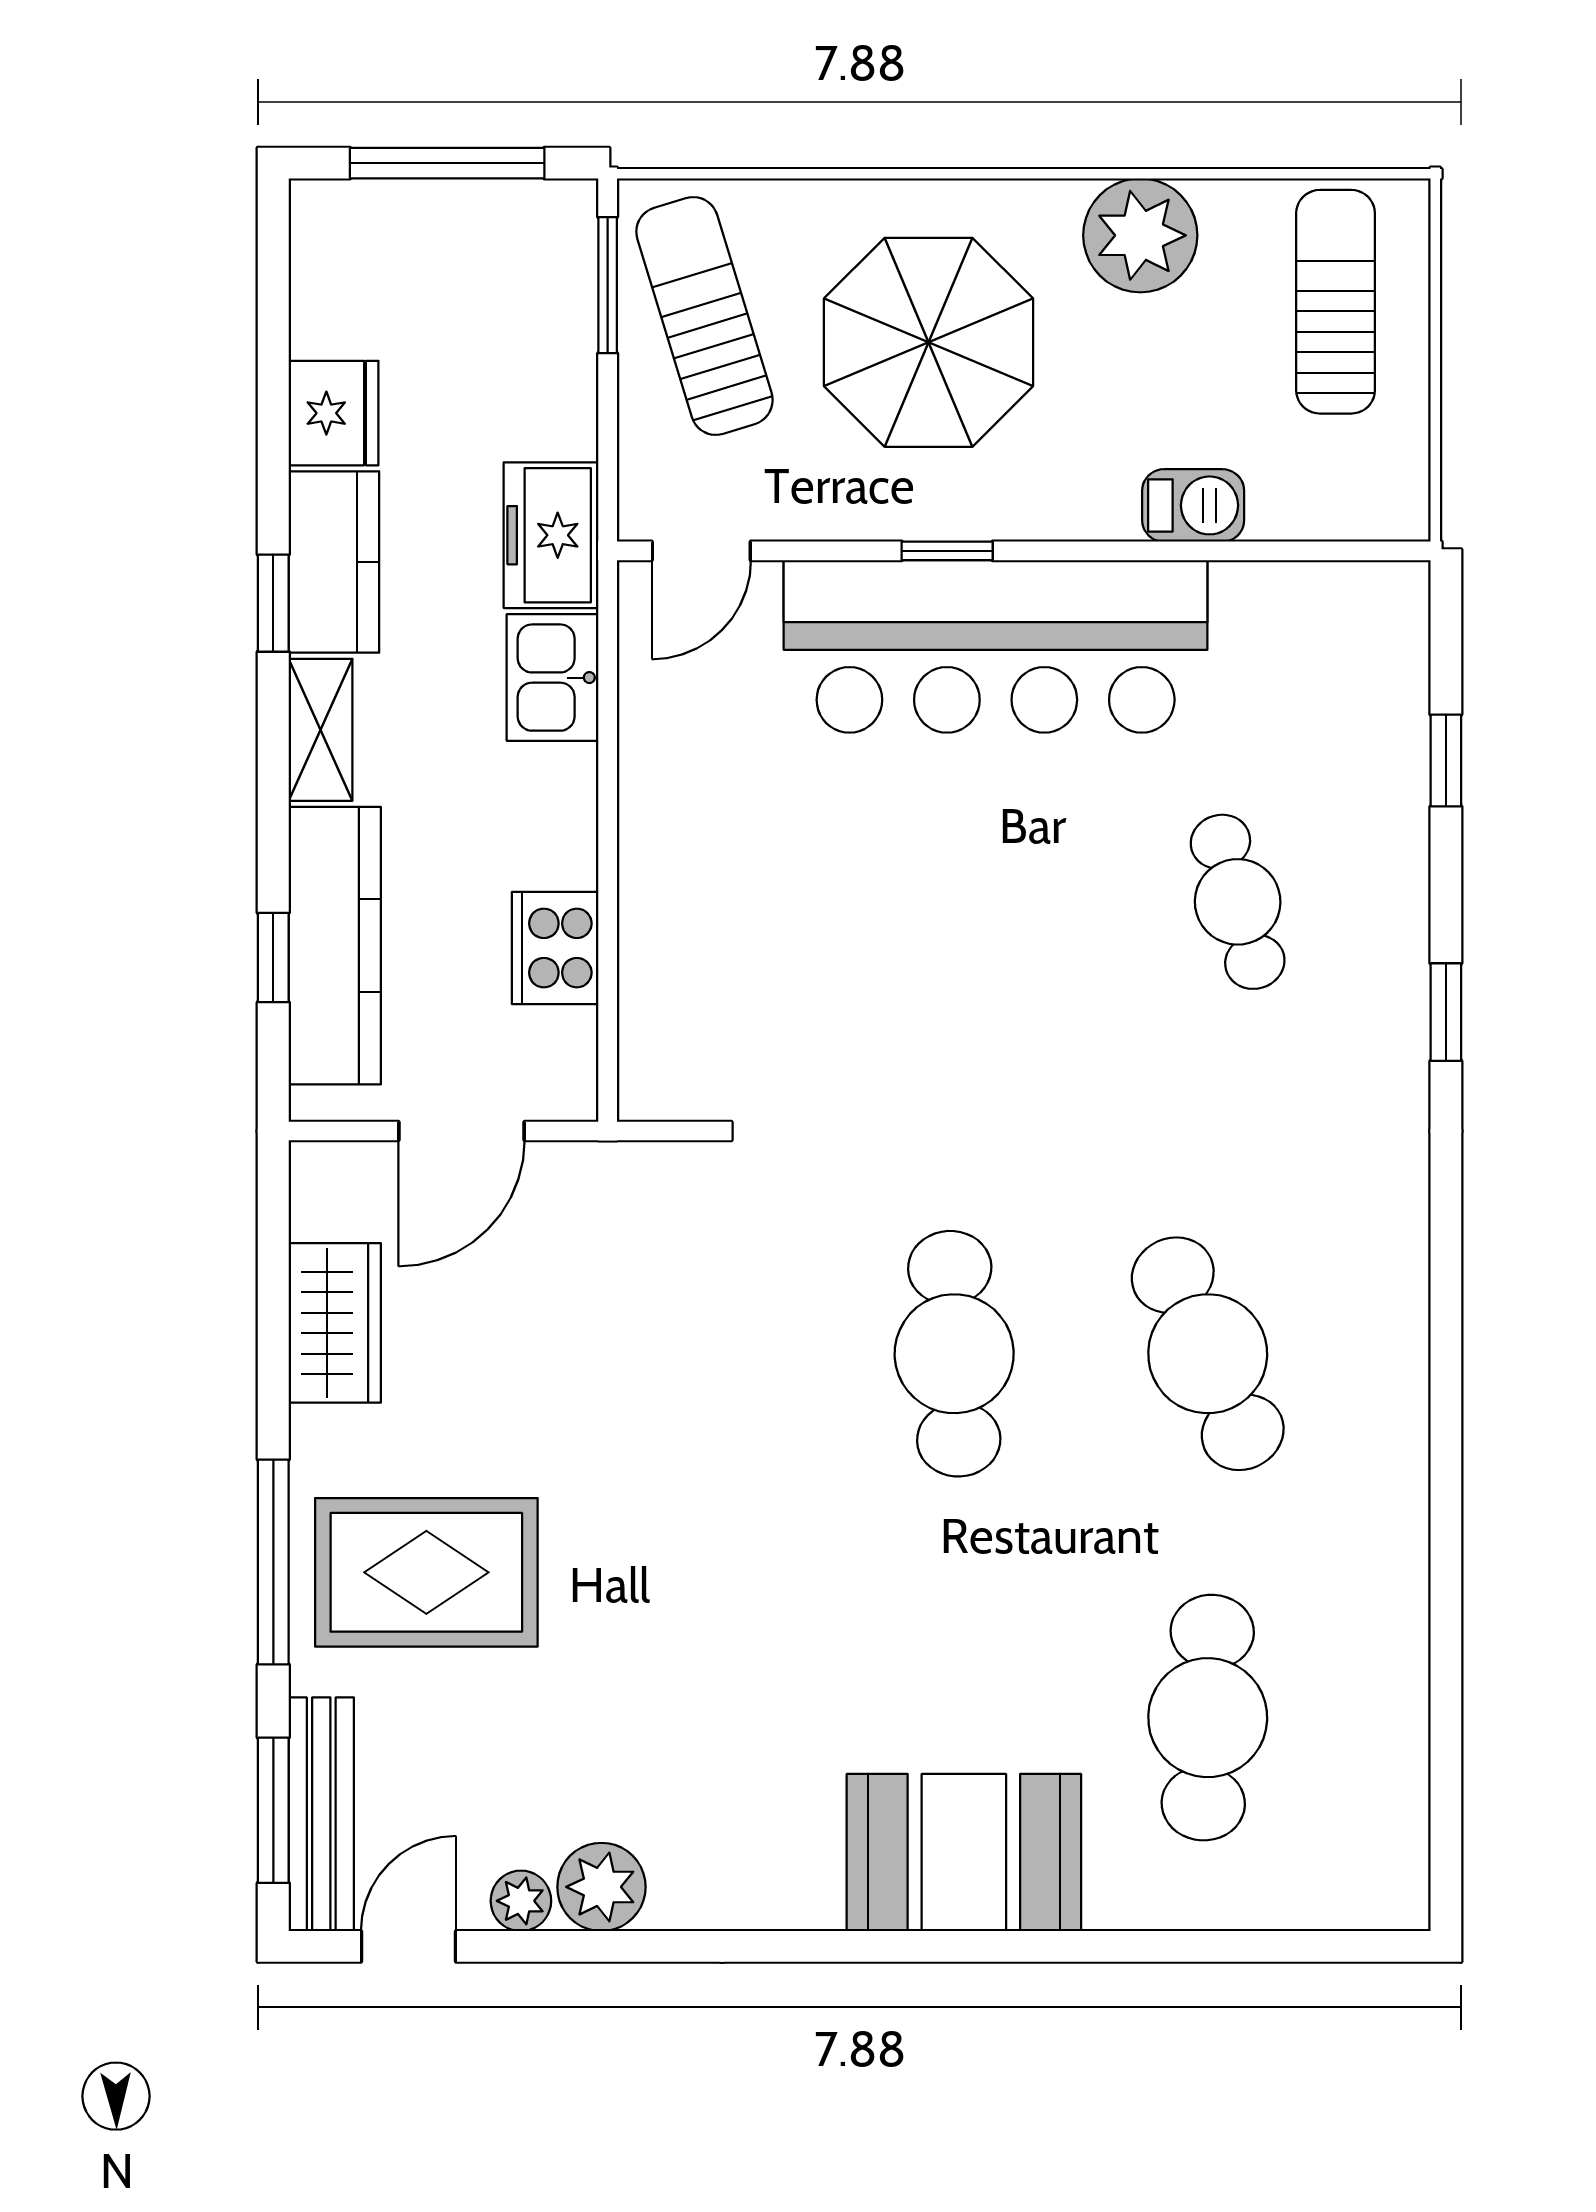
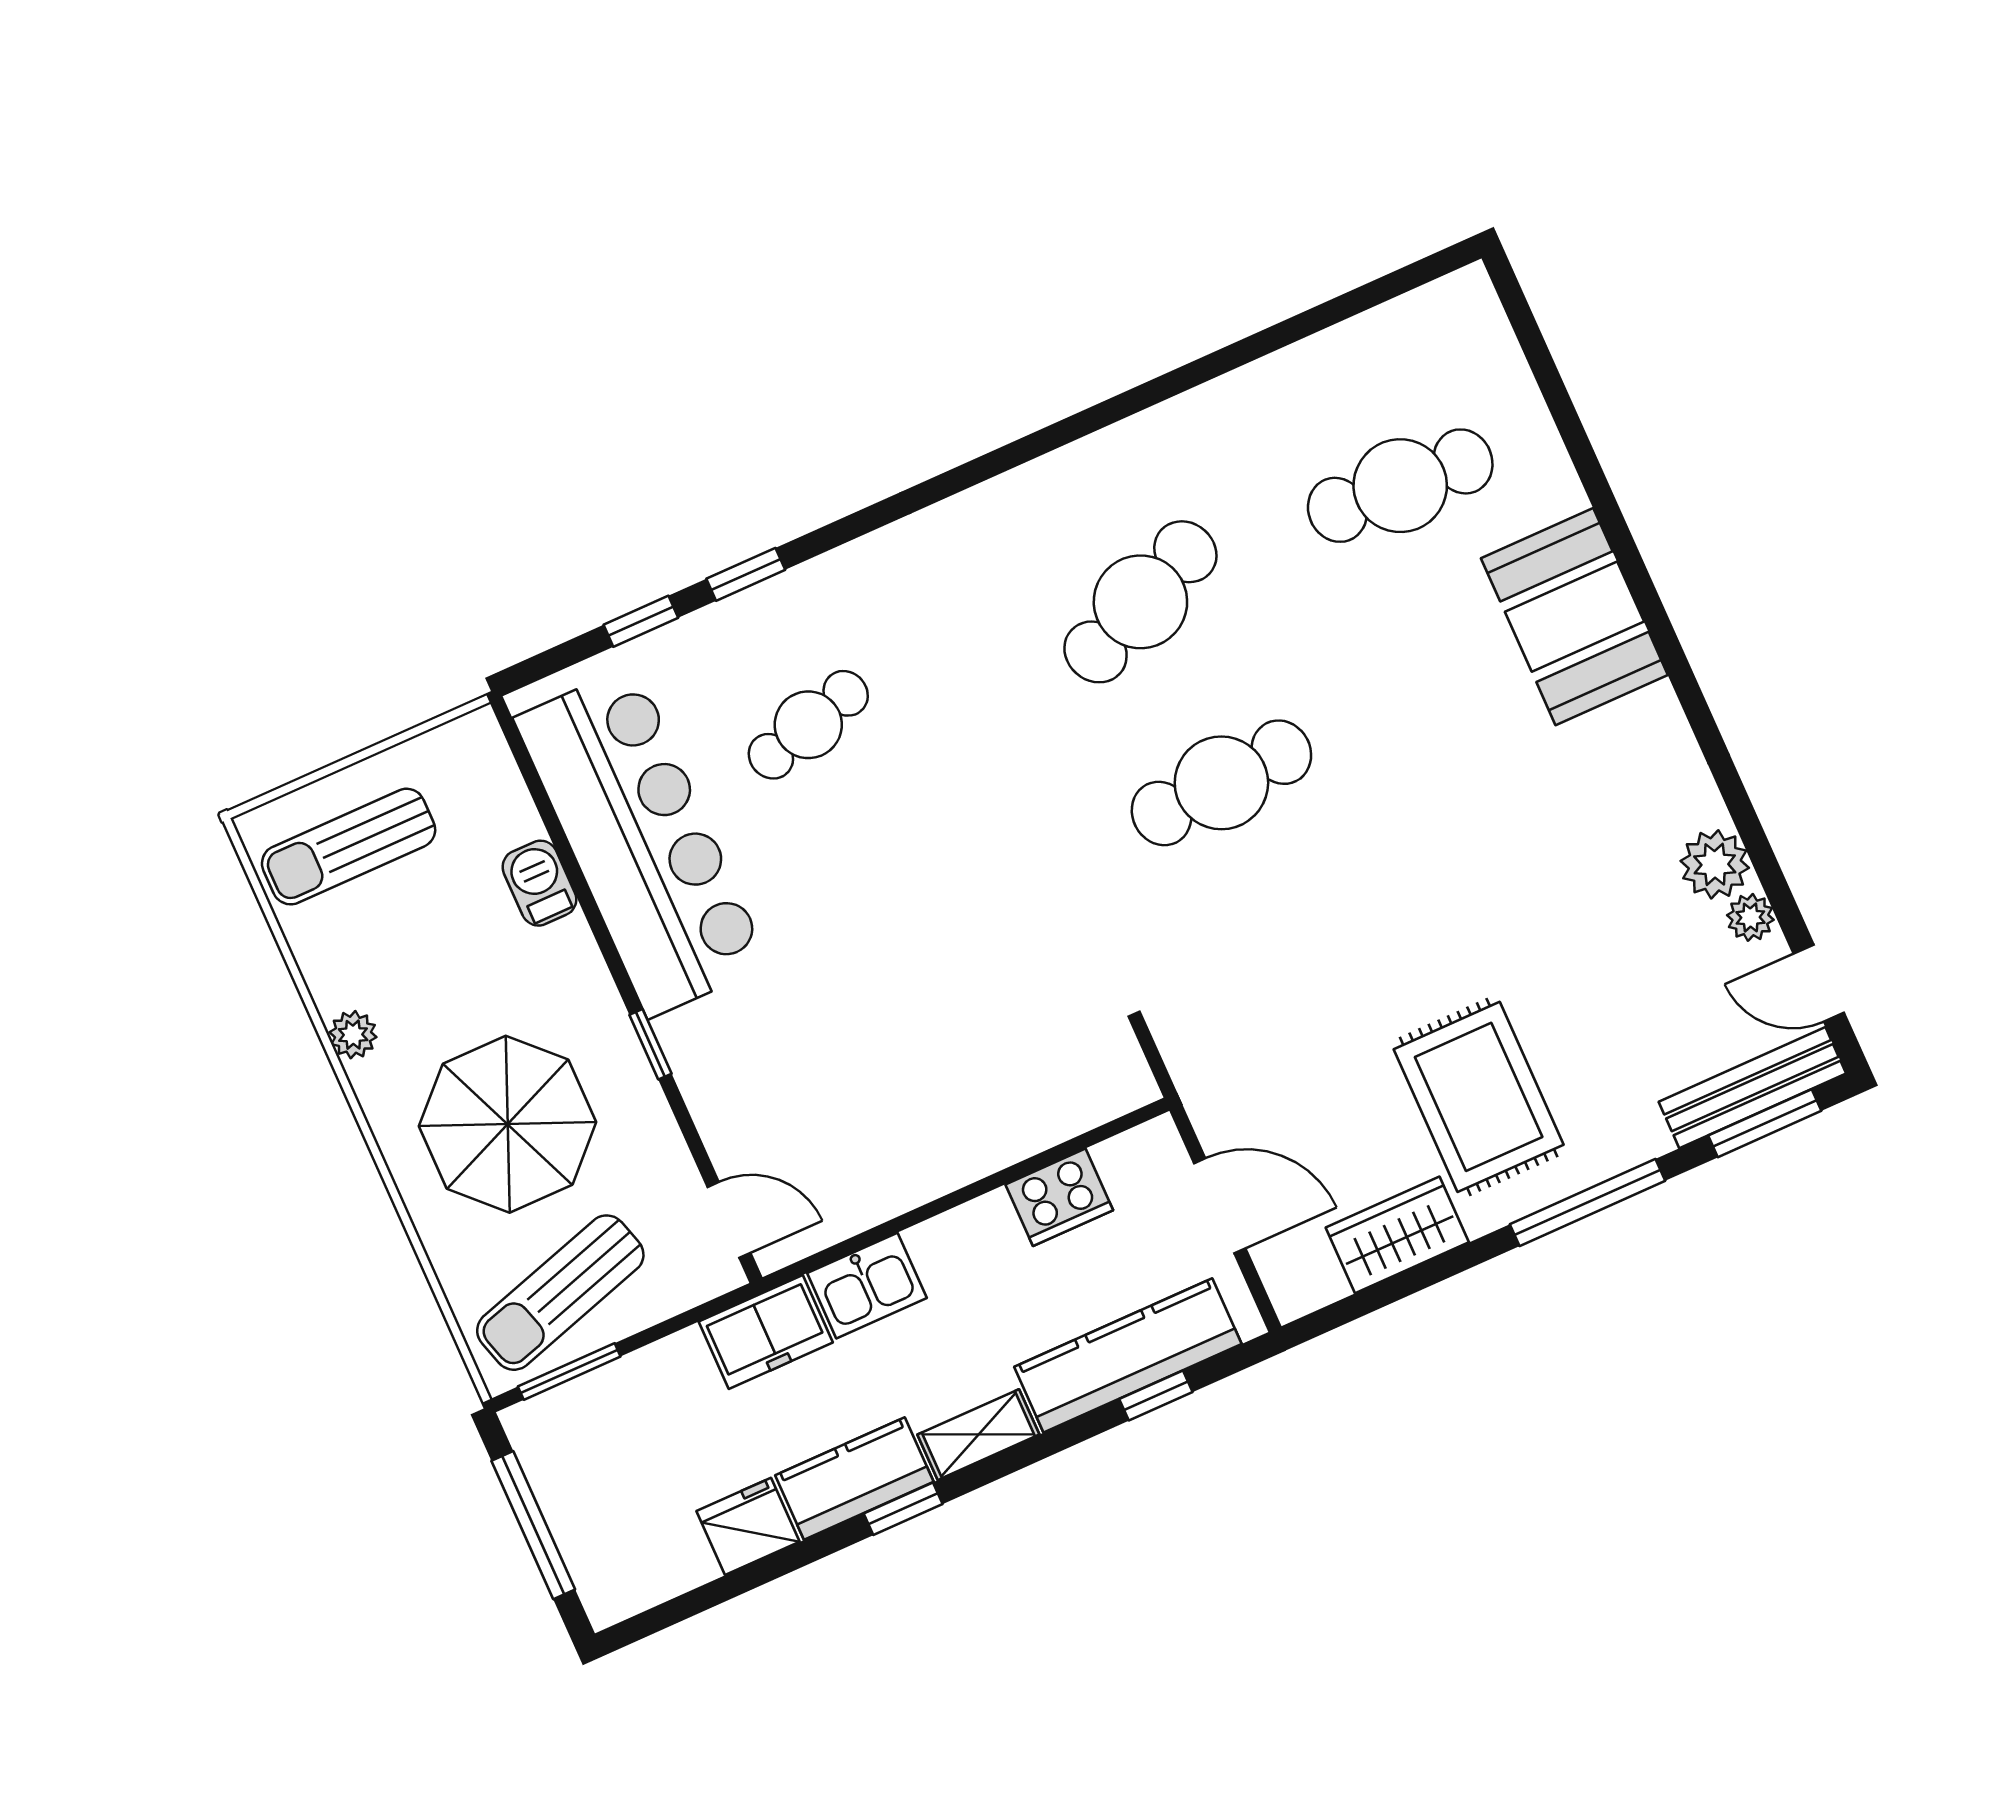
plant: (1140, 235) -> (353, 1035), width x0.53, depth x0.53
bar counter: (996, 646) -> (642, 841), moved
window: (1446, 1012) -> (746, 574), moved
rug: (426, 1572) -> (1479, 1097), moved

